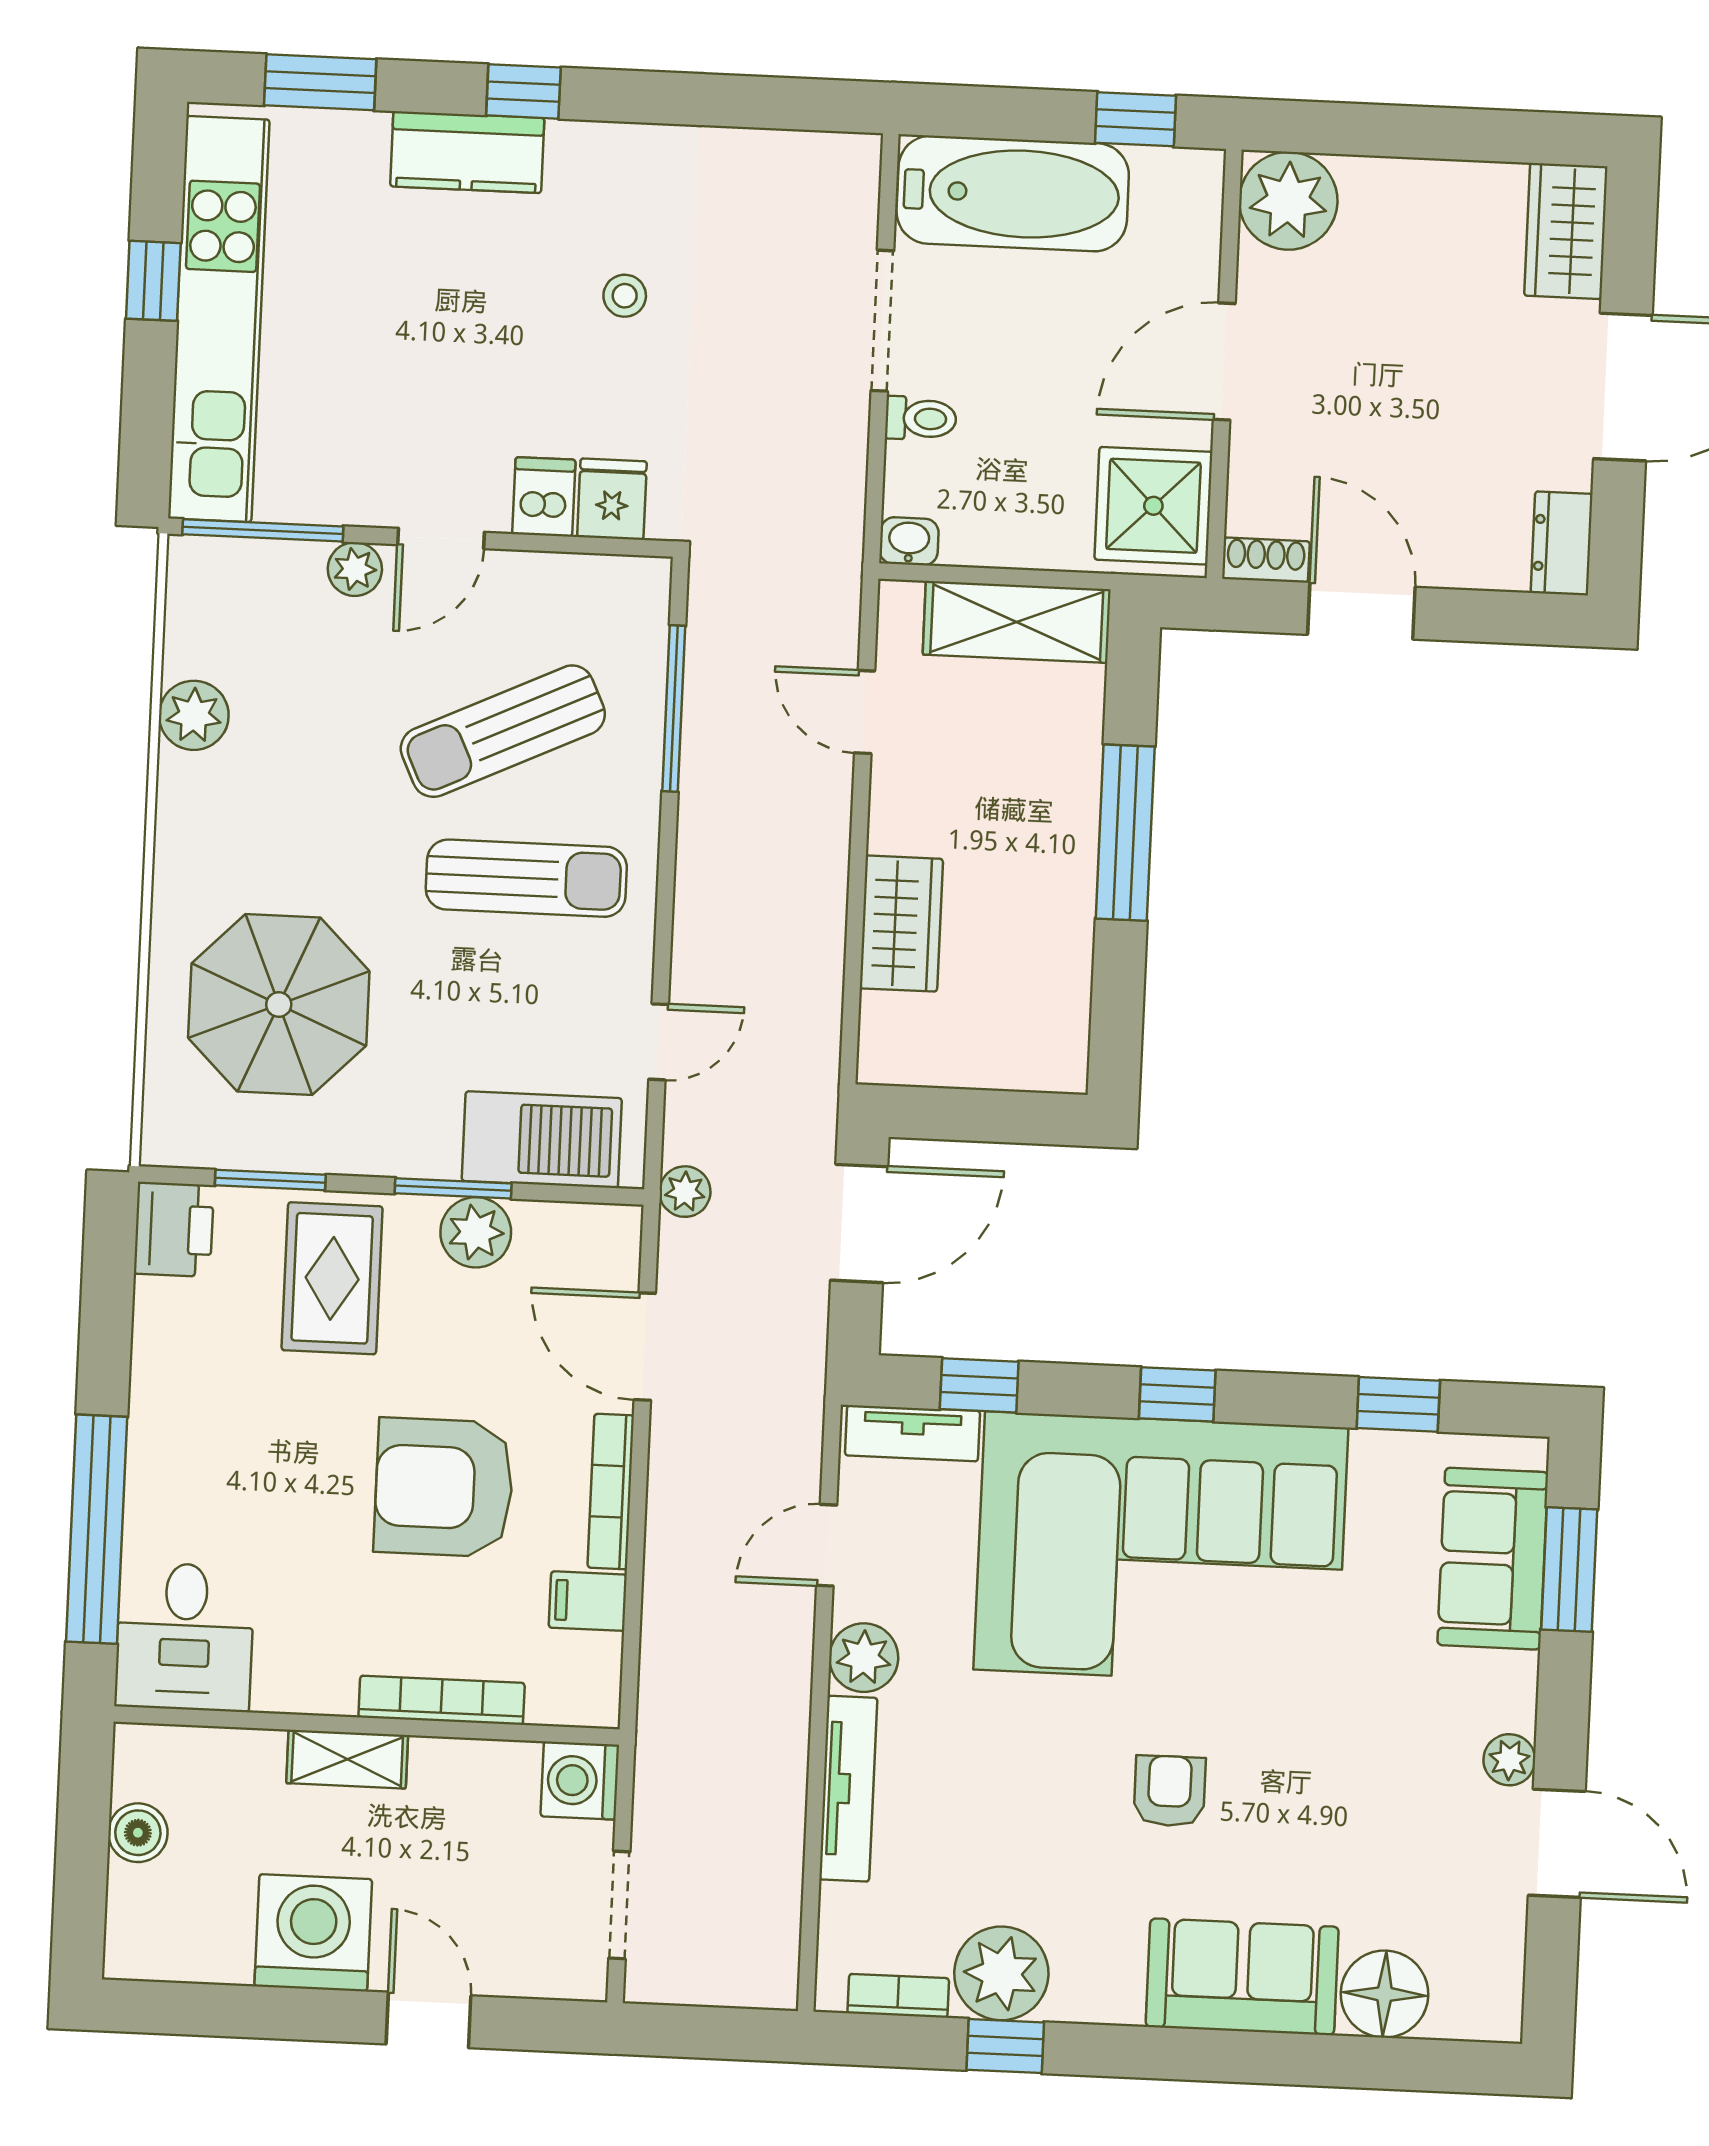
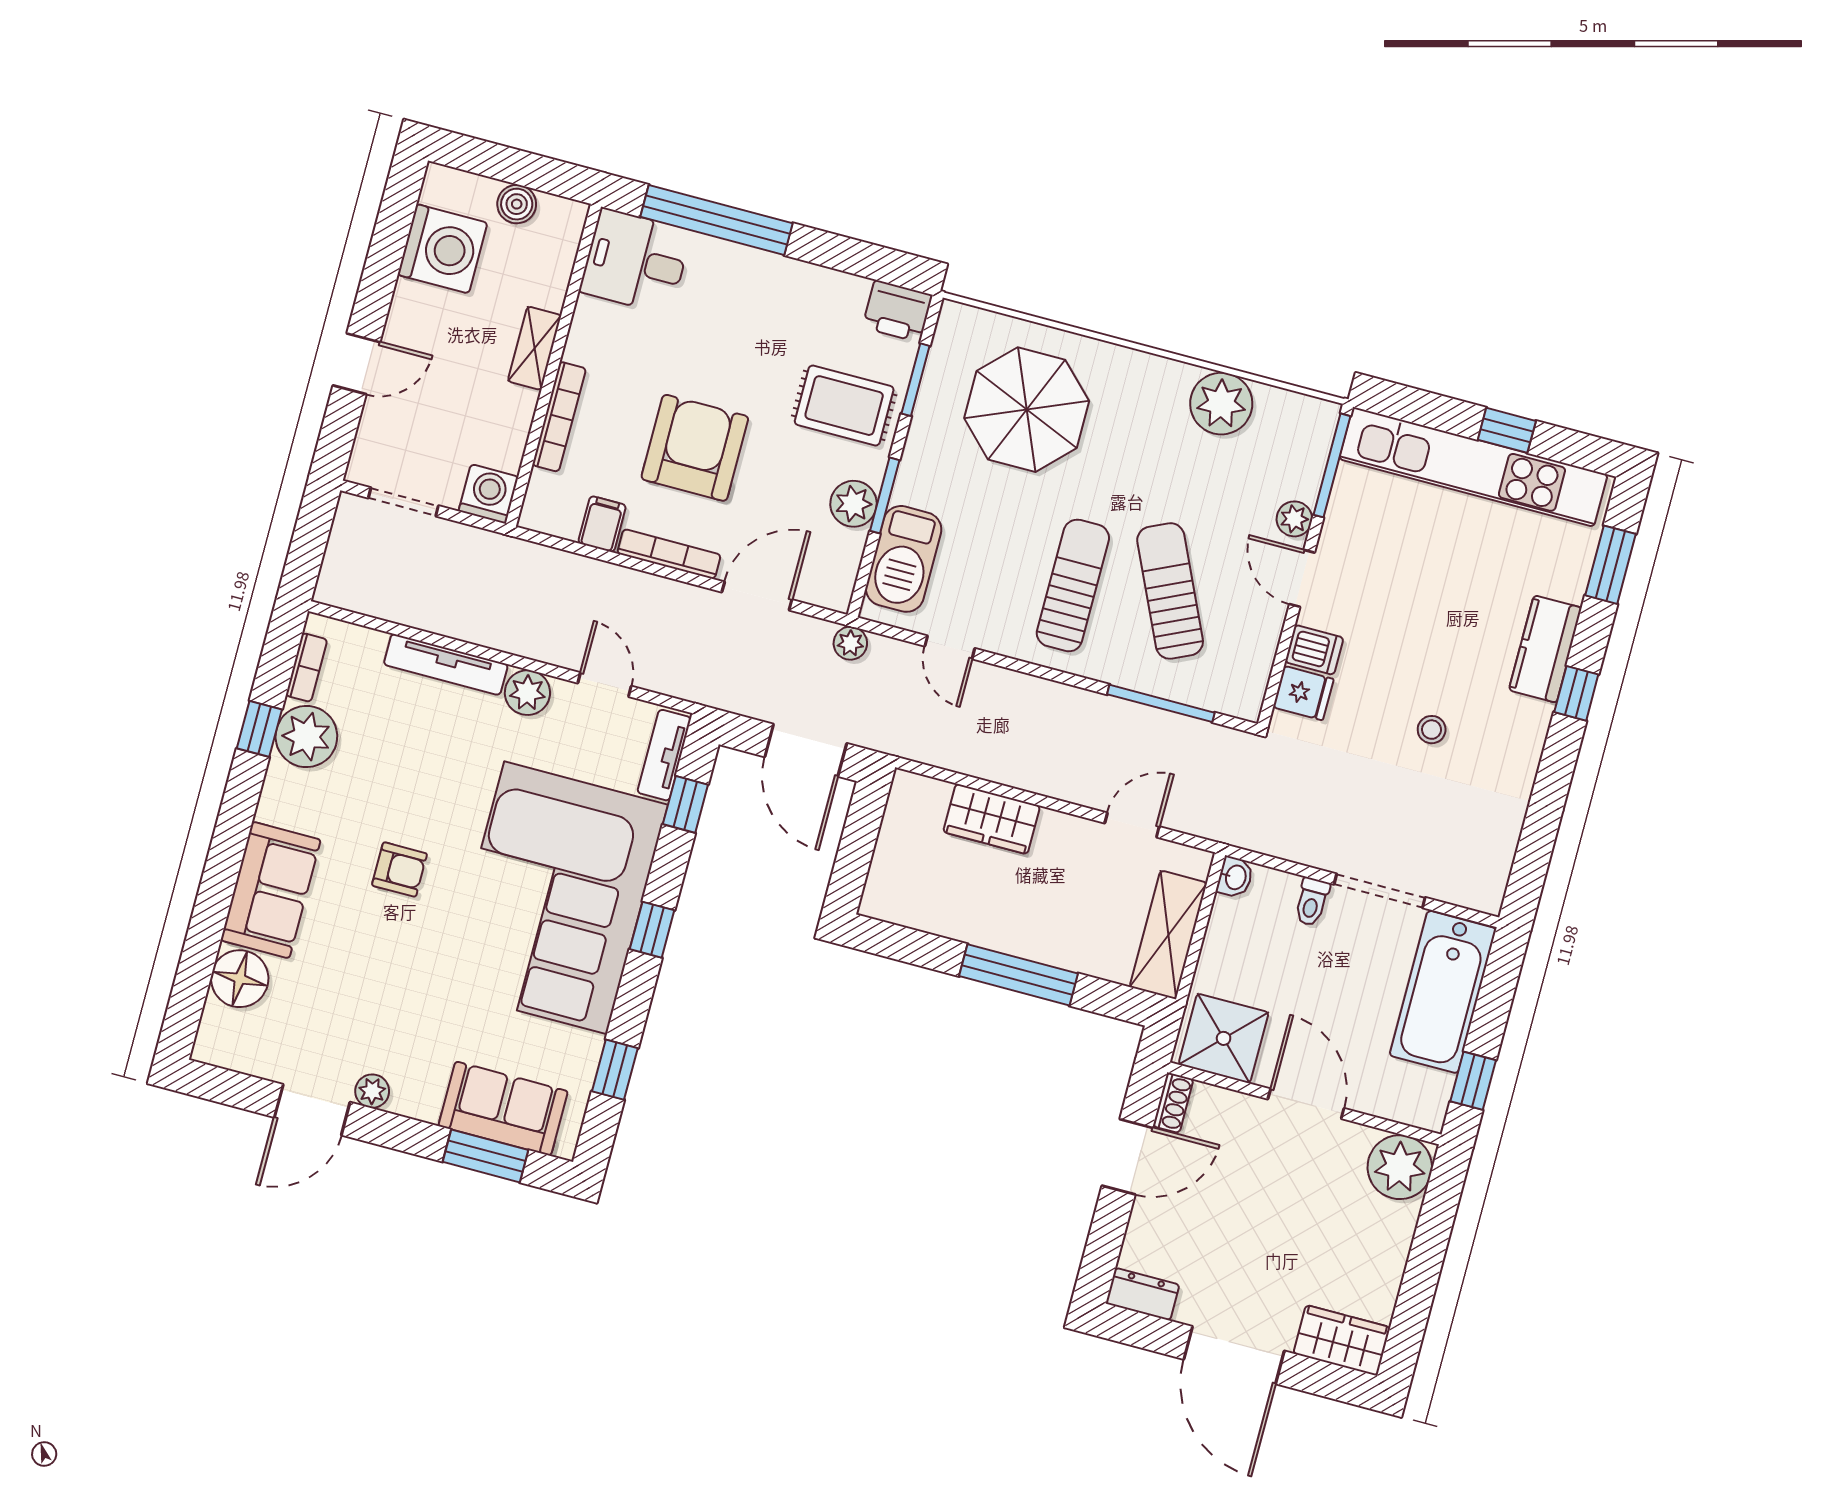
plant: (194, 715) -> (1221, 404), width x1.36, depth x1.36
sun lounger: (526, 878) -> (1073, 585), turned 180
washing machine: (313, 1933) -> (442, 249), moved

